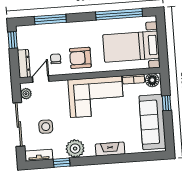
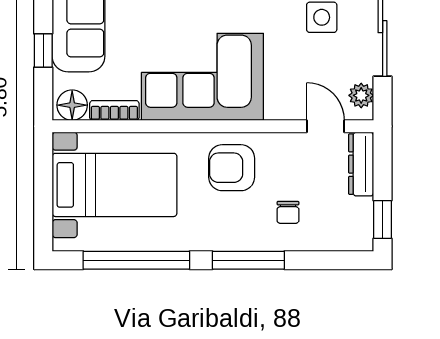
window: (50, 19) -> (248, 260), moved
armchair: (80, 58) -> (232, 168), turned 180
chair: (56, 59) -> (288, 212), moved
door: (41, 79) -> (325, 126), swing flipped

